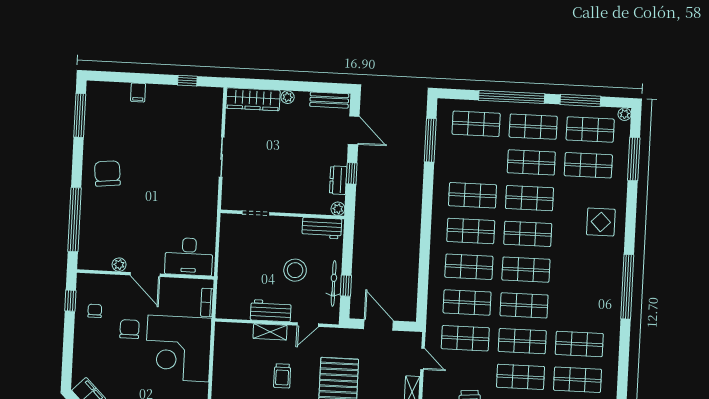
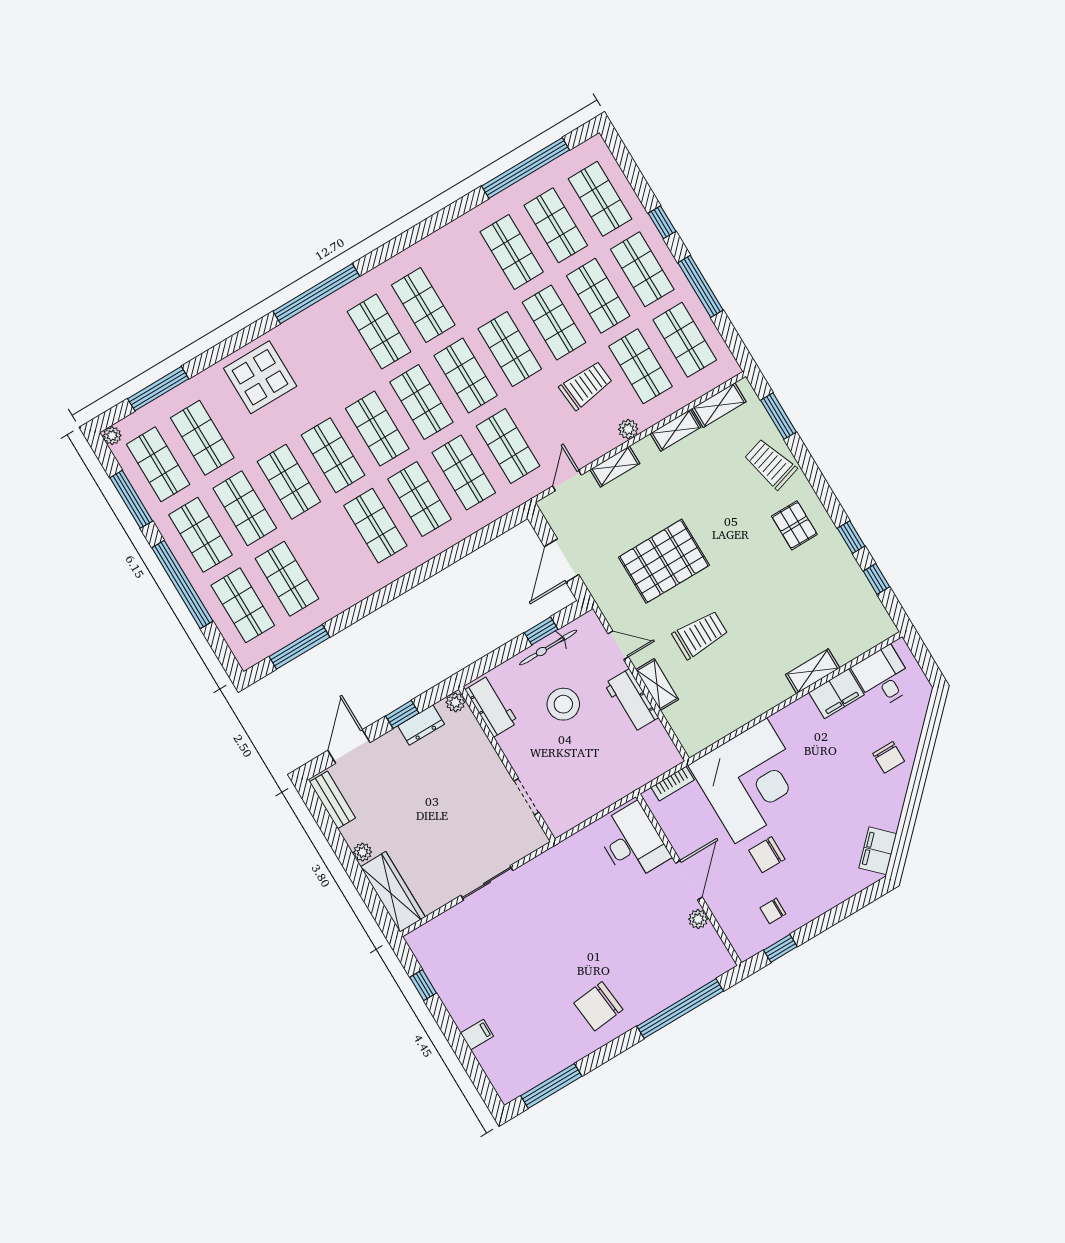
shop shelf: (473, 195) -> (287, 579), moved
display table: (601, 222) -> (260, 377), width x1.36, depth x1.36
trolley: (282, 376) -> (700, 635), width x1.36, depth x1.39
shop shelf: (577, 380) -> (379, 332), moved

